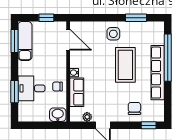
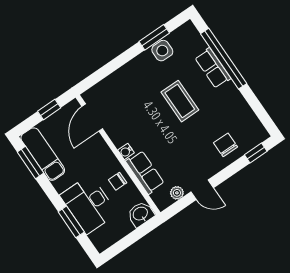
side table: (113, 34) -> (162, 51), moved
door: (68, 40) -> (92, 118), swing flipped
coffee table: (125, 65) -> (180, 101), width x0.73, depth x0.76
row of seats: (158, 73) -> (213, 68), width x0.50
desk: (31, 88) -> (89, 204), width x1.37

